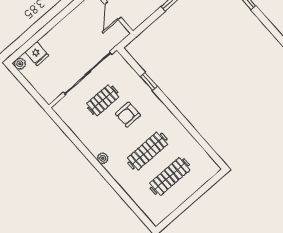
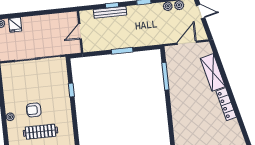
clothes rail: (103, 100) -> (35, 81), removed
armchair: (128, 115) -> (34, 110), moved

